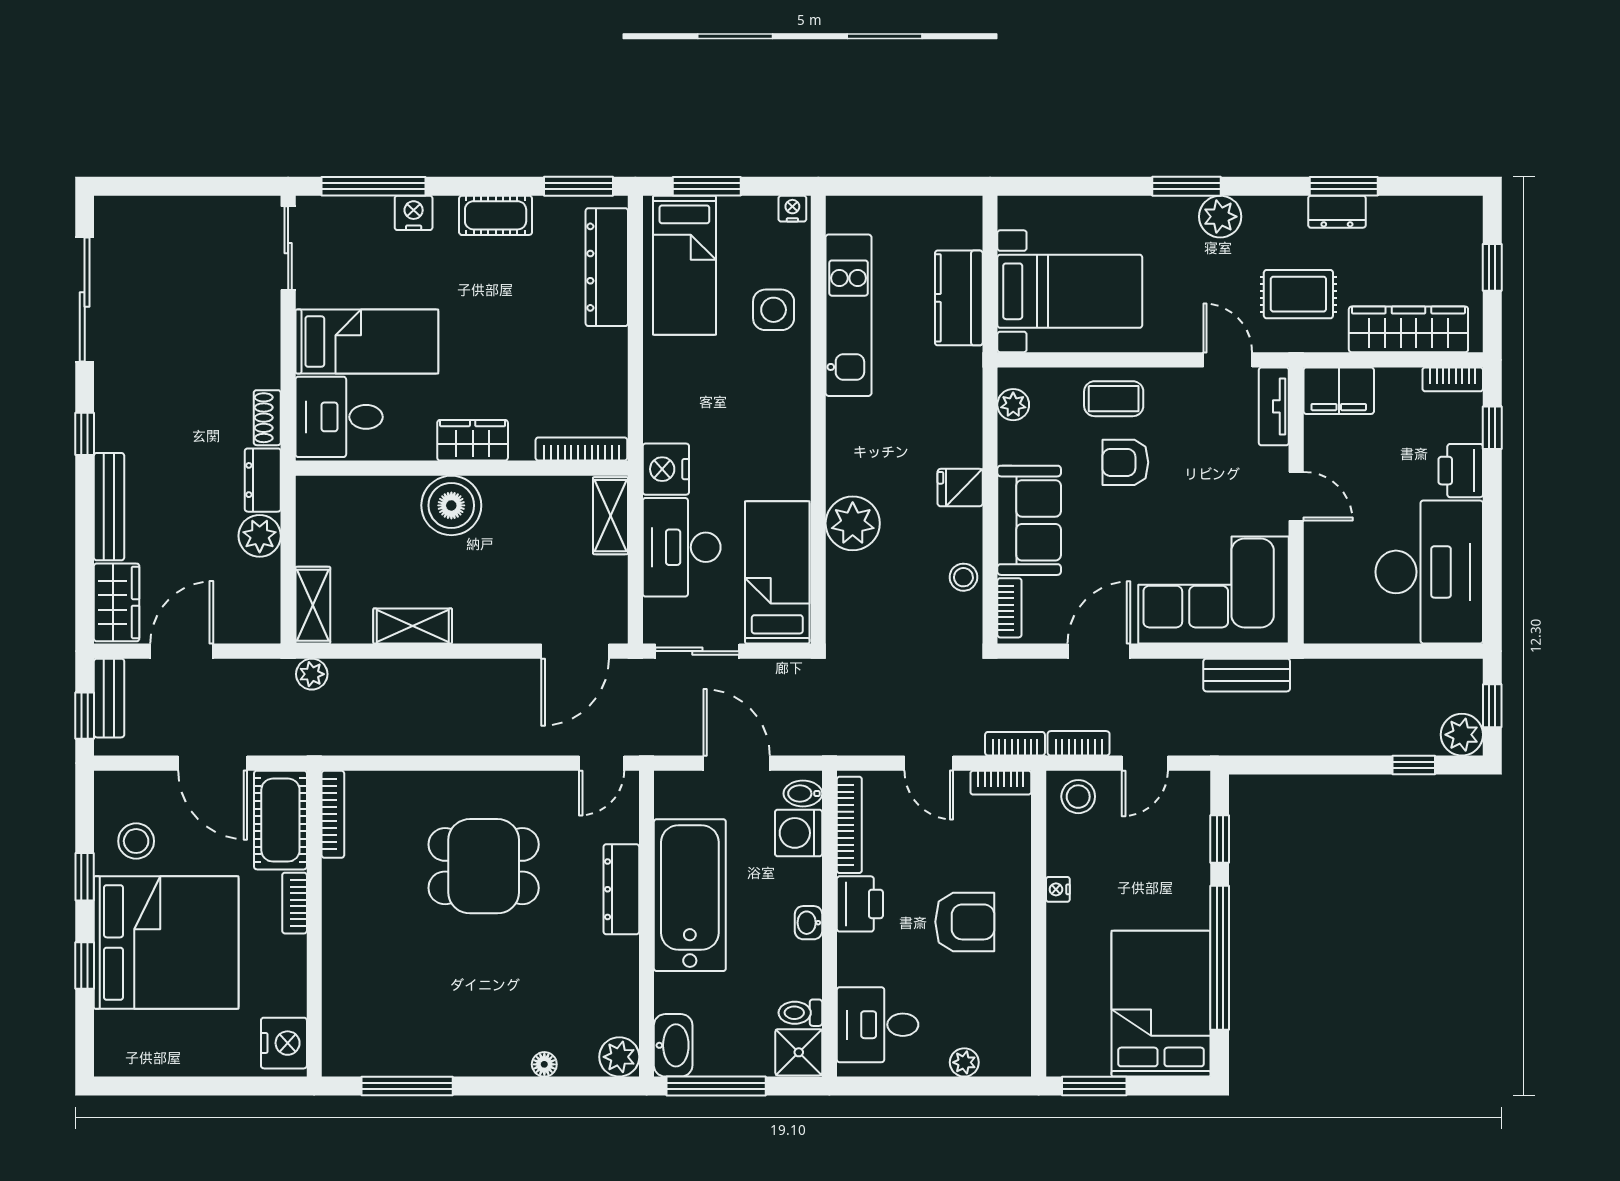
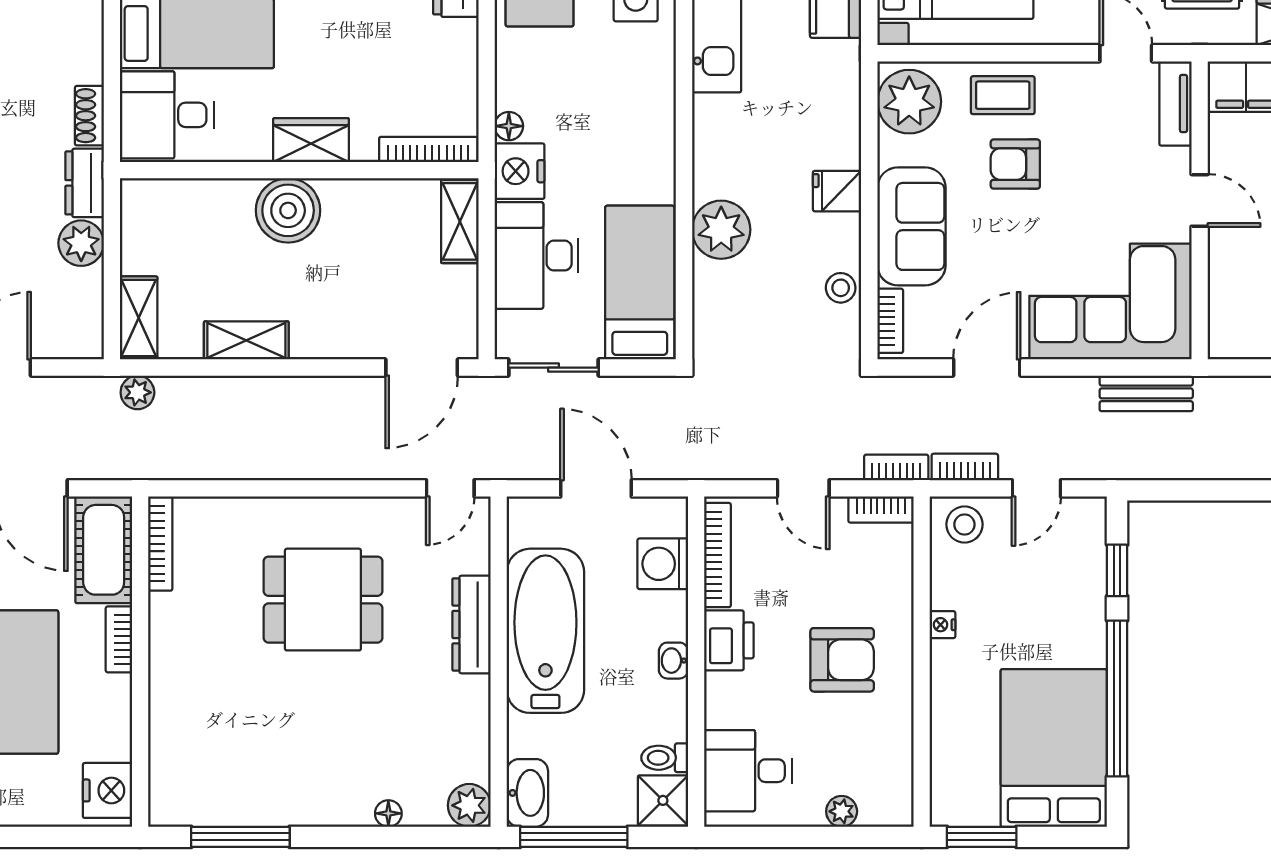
plant: (1013, 405) -> (909, 102), width x1.87, depth x1.87
floor lamp: (656, 427) -> (509, 126), added
bidet: (803, 794) -> (667, 521), removed

